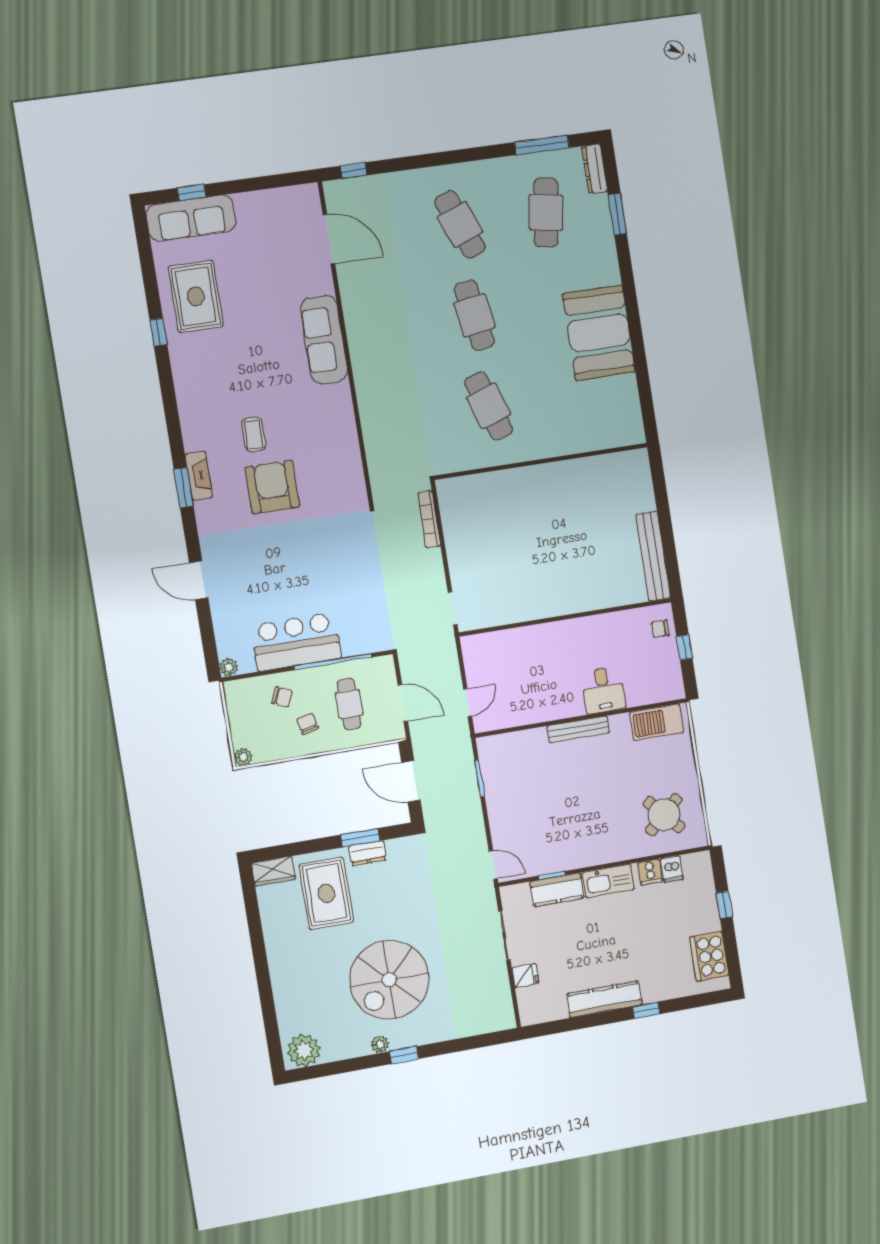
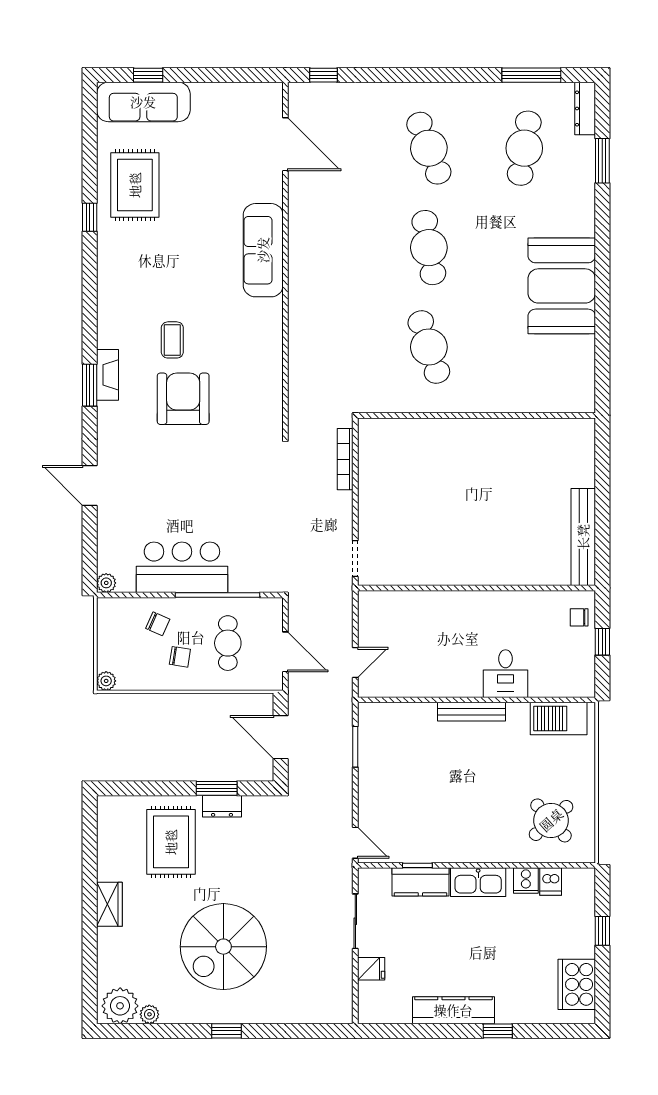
chair: (307, 724) -> (180, 657), turned 112
wardrobe: (273, 871) -> (109, 904), moved, turned -90
plant: (380, 1044) -> (149, 1014), moved

